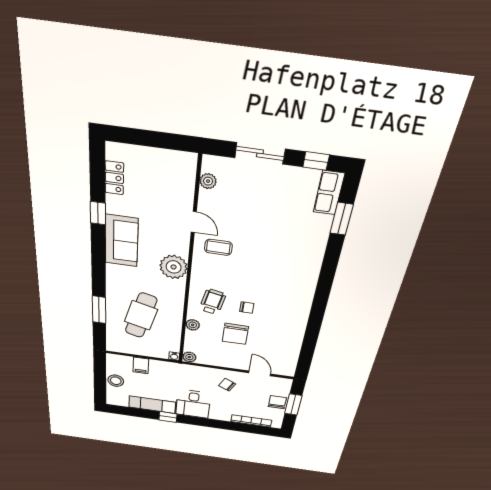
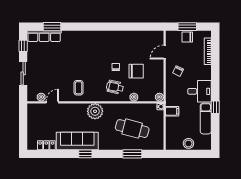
row of seats: (329, 193) -> (44, 36), width x1.48
window: (98, 213) -> (85, 154), moved
door: (194, 222) -> (52, 102), moved
sofa: (121, 241) -> (77, 141), width x1.36
filing cabinet: (141, 366) -> (172, 111), moved

